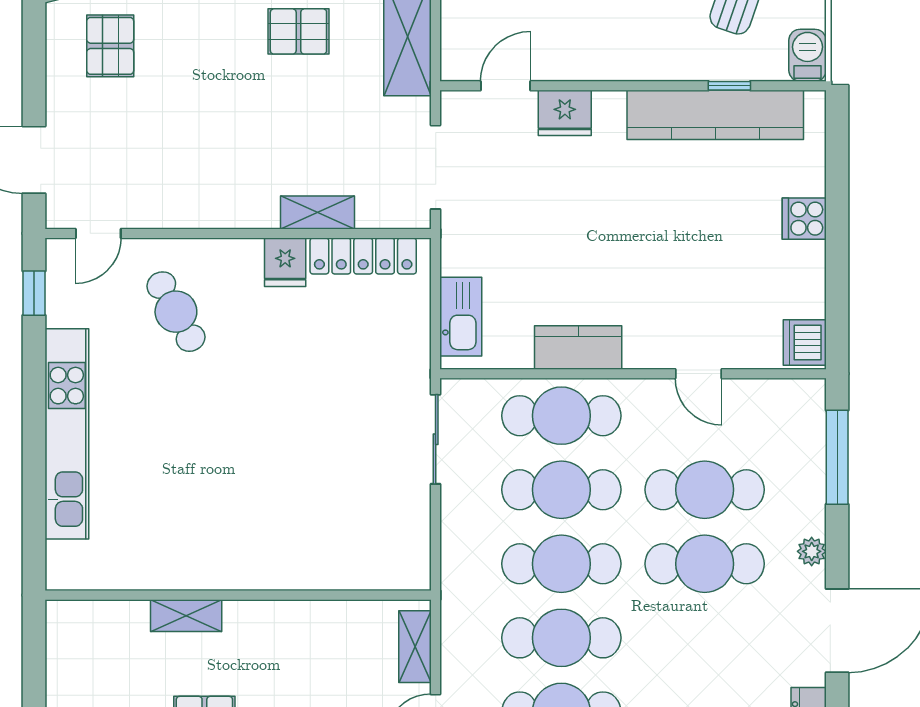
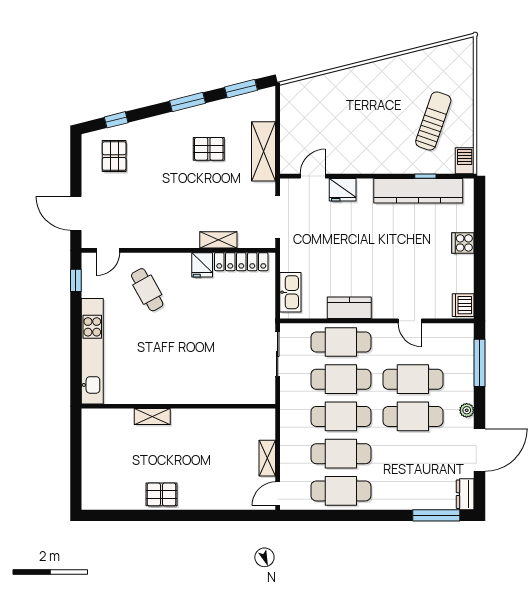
wall: (238, 595) -> (178, 406), moved
shelving: (186, 616) -> (152, 416), moved

